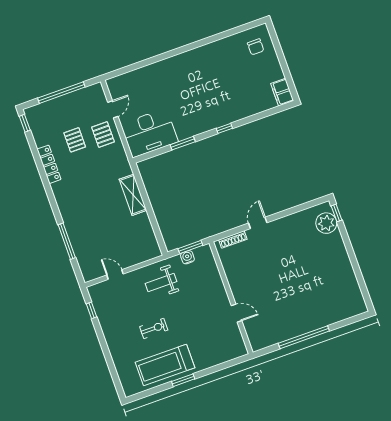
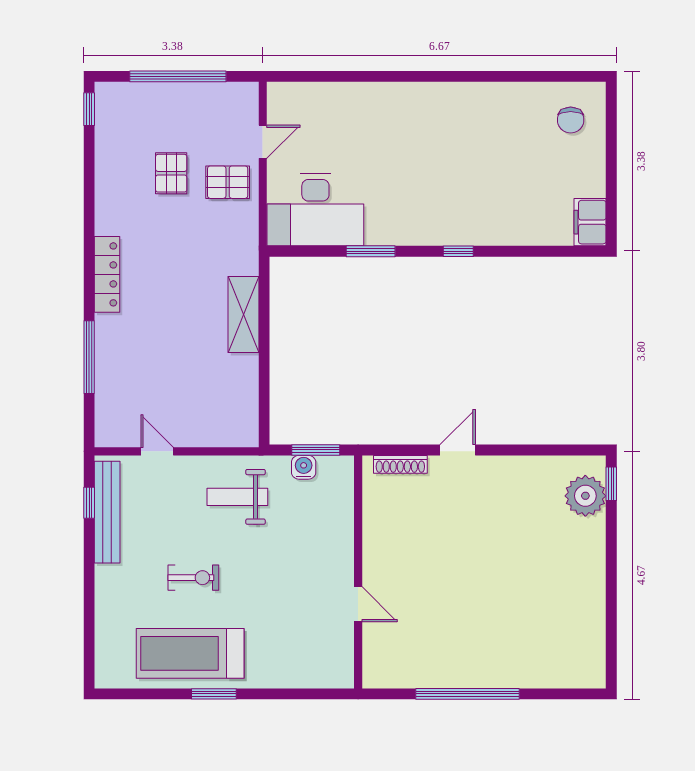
pallet: (103, 135) -> (228, 182), turned 90
locker: (49, 164) -> (107, 274), moved
bench: (102, 312) -> (107, 512), added

